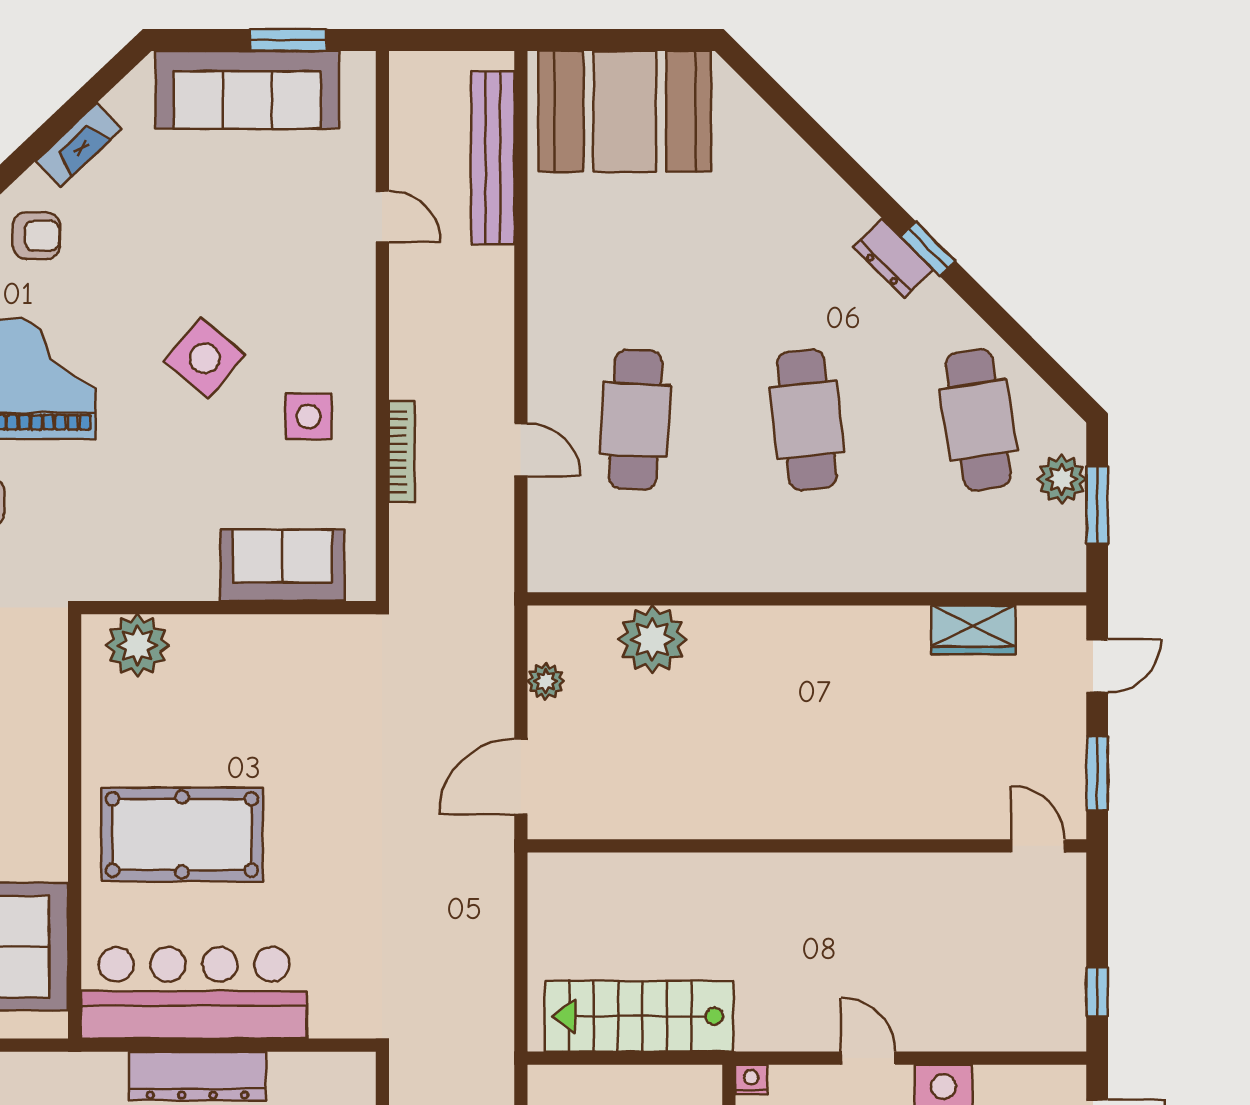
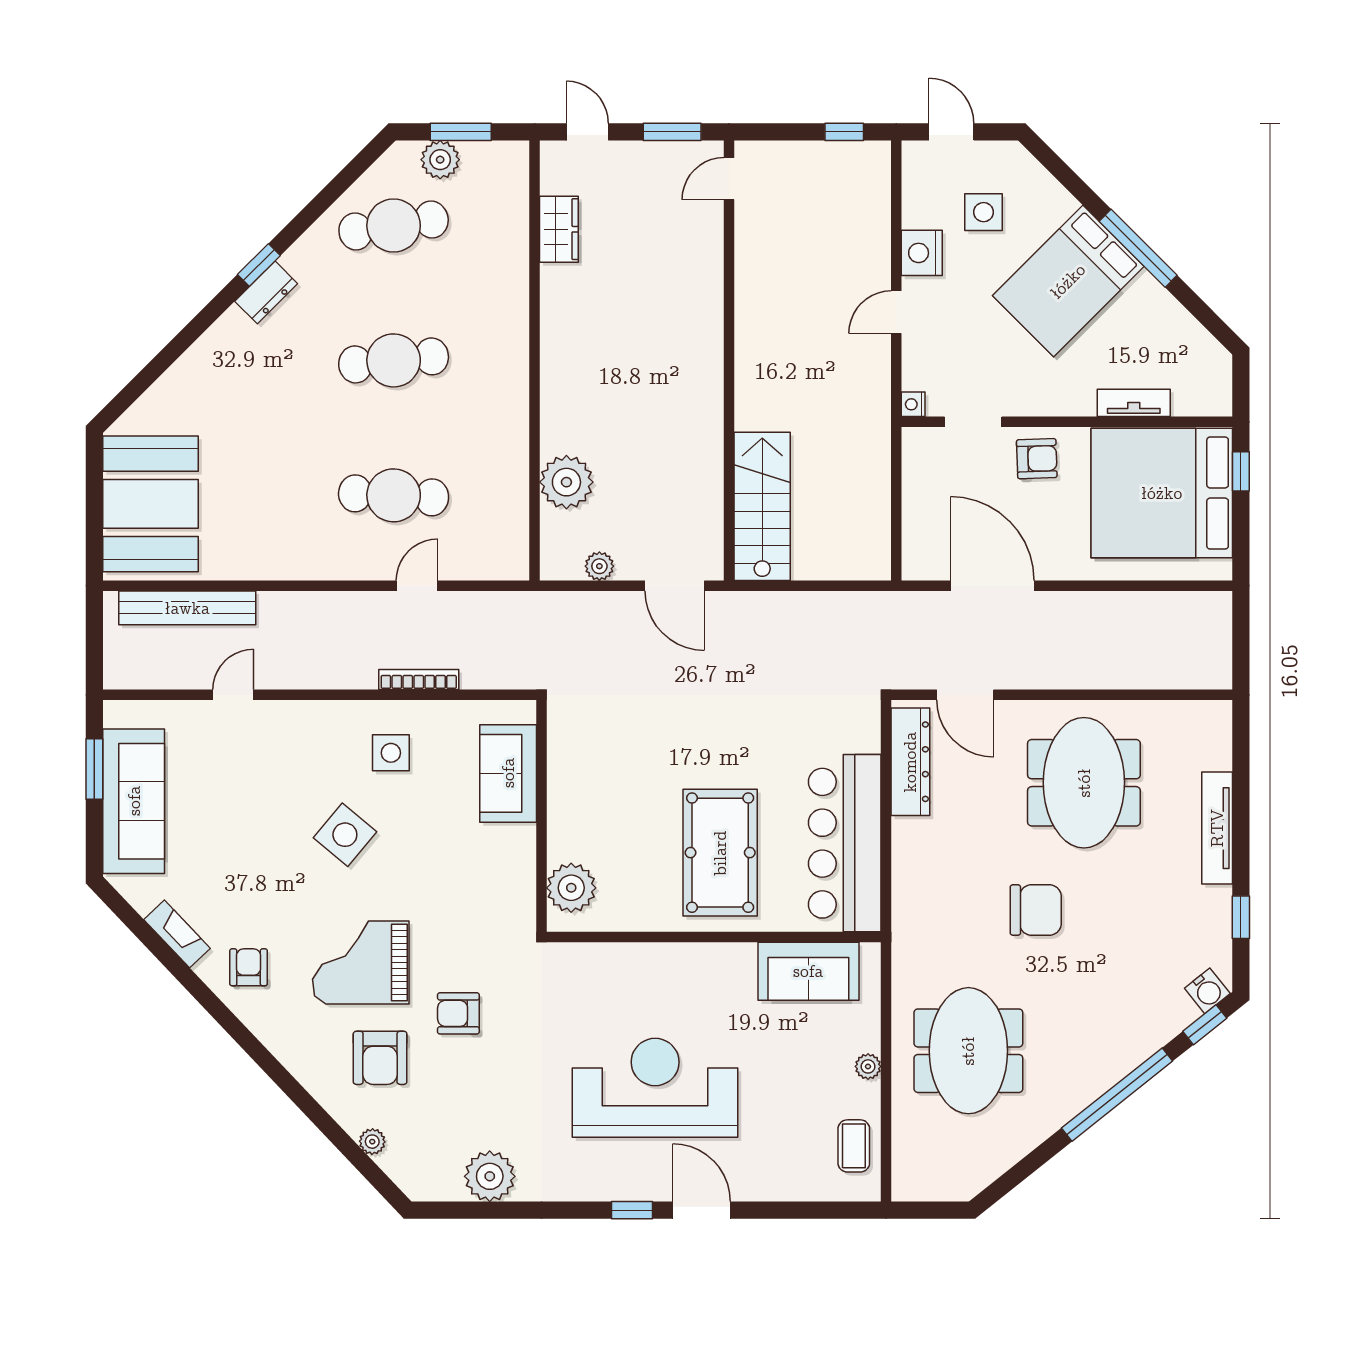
stairs: (639, 1016) -> (762, 506), moved, turned 180
dresser: (197, 1076) -> (910, 762), moved

